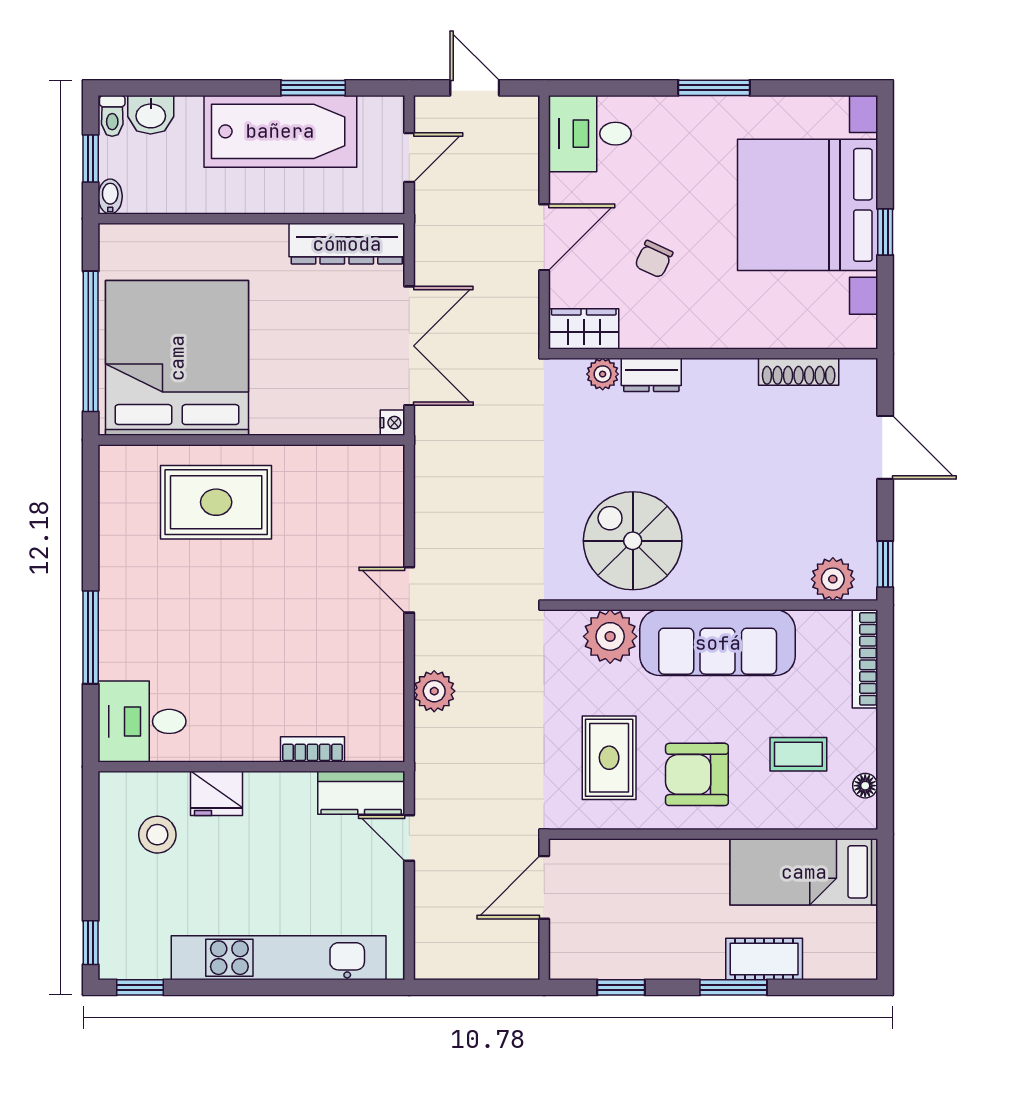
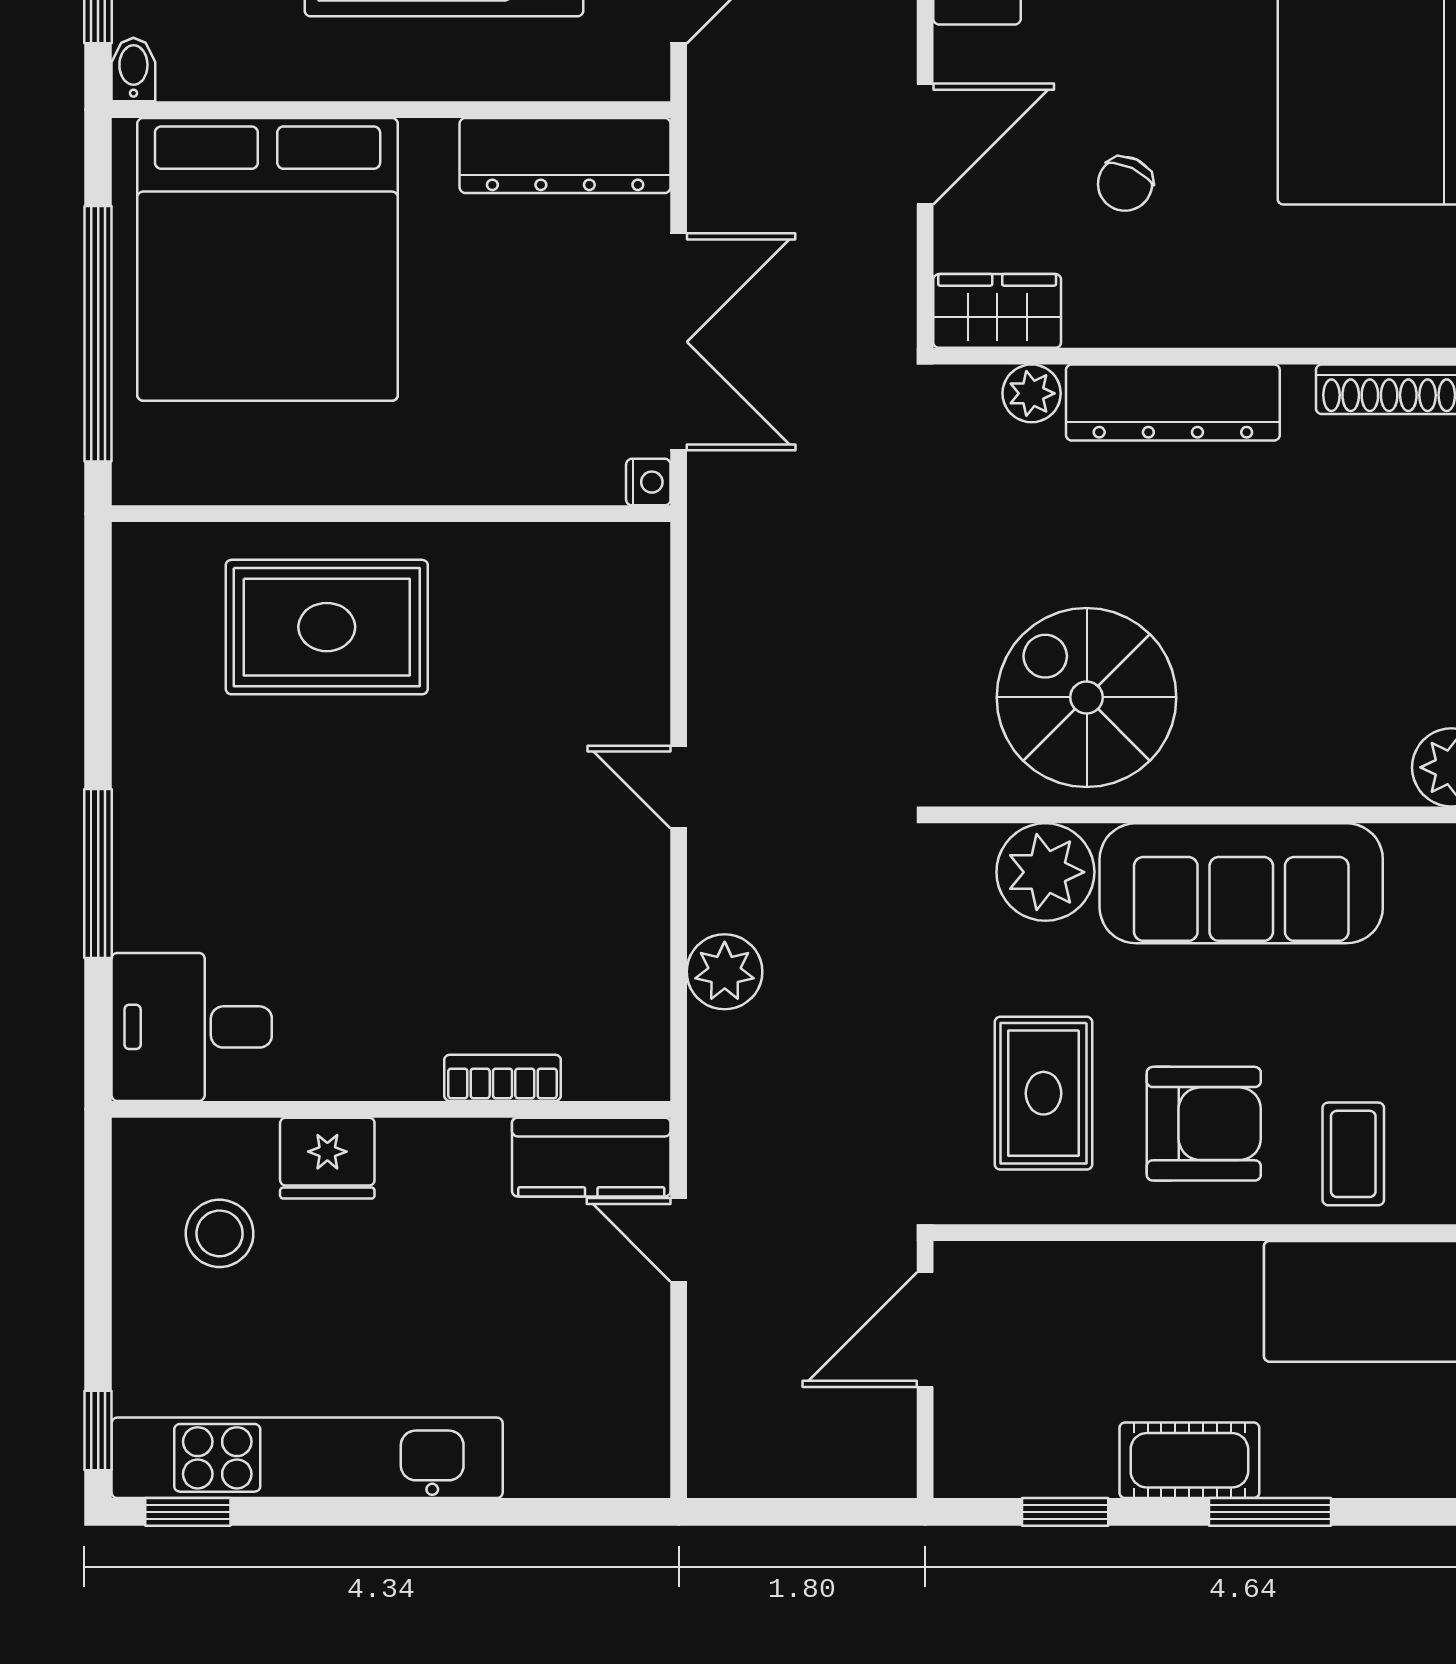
bed: (177, 358) -> (268, 259), moved, turned 180
dresser: (651, 375) -> (1173, 402), width x1.96, depth x1.24
coffee table: (798, 754) -> (1353, 1154), moved, turned 90
armchair: (697, 774) -> (1204, 1124), turned 180
kitchen unit: (279, 958) -> (307, 1458), moved
cot: (764, 959) -> (1189, 1460), moved

